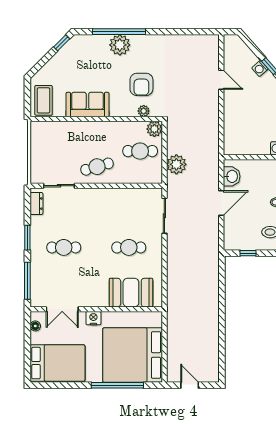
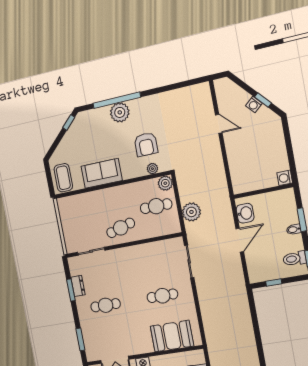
dresser: (36, 204) -> (78, 286), moved
window: (27, 238) -> (71, 290), moved
window: (27, 281) -> (80, 339), width x0.69

